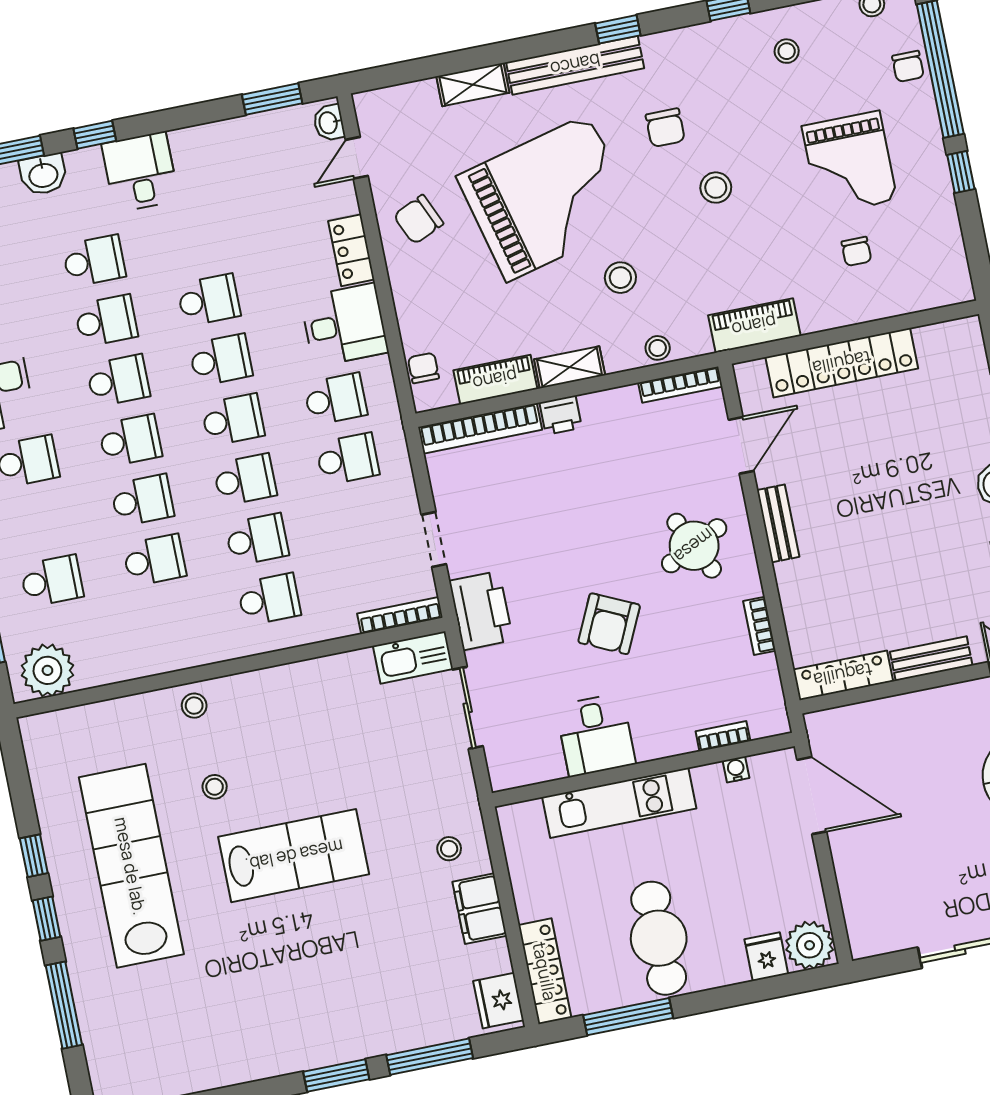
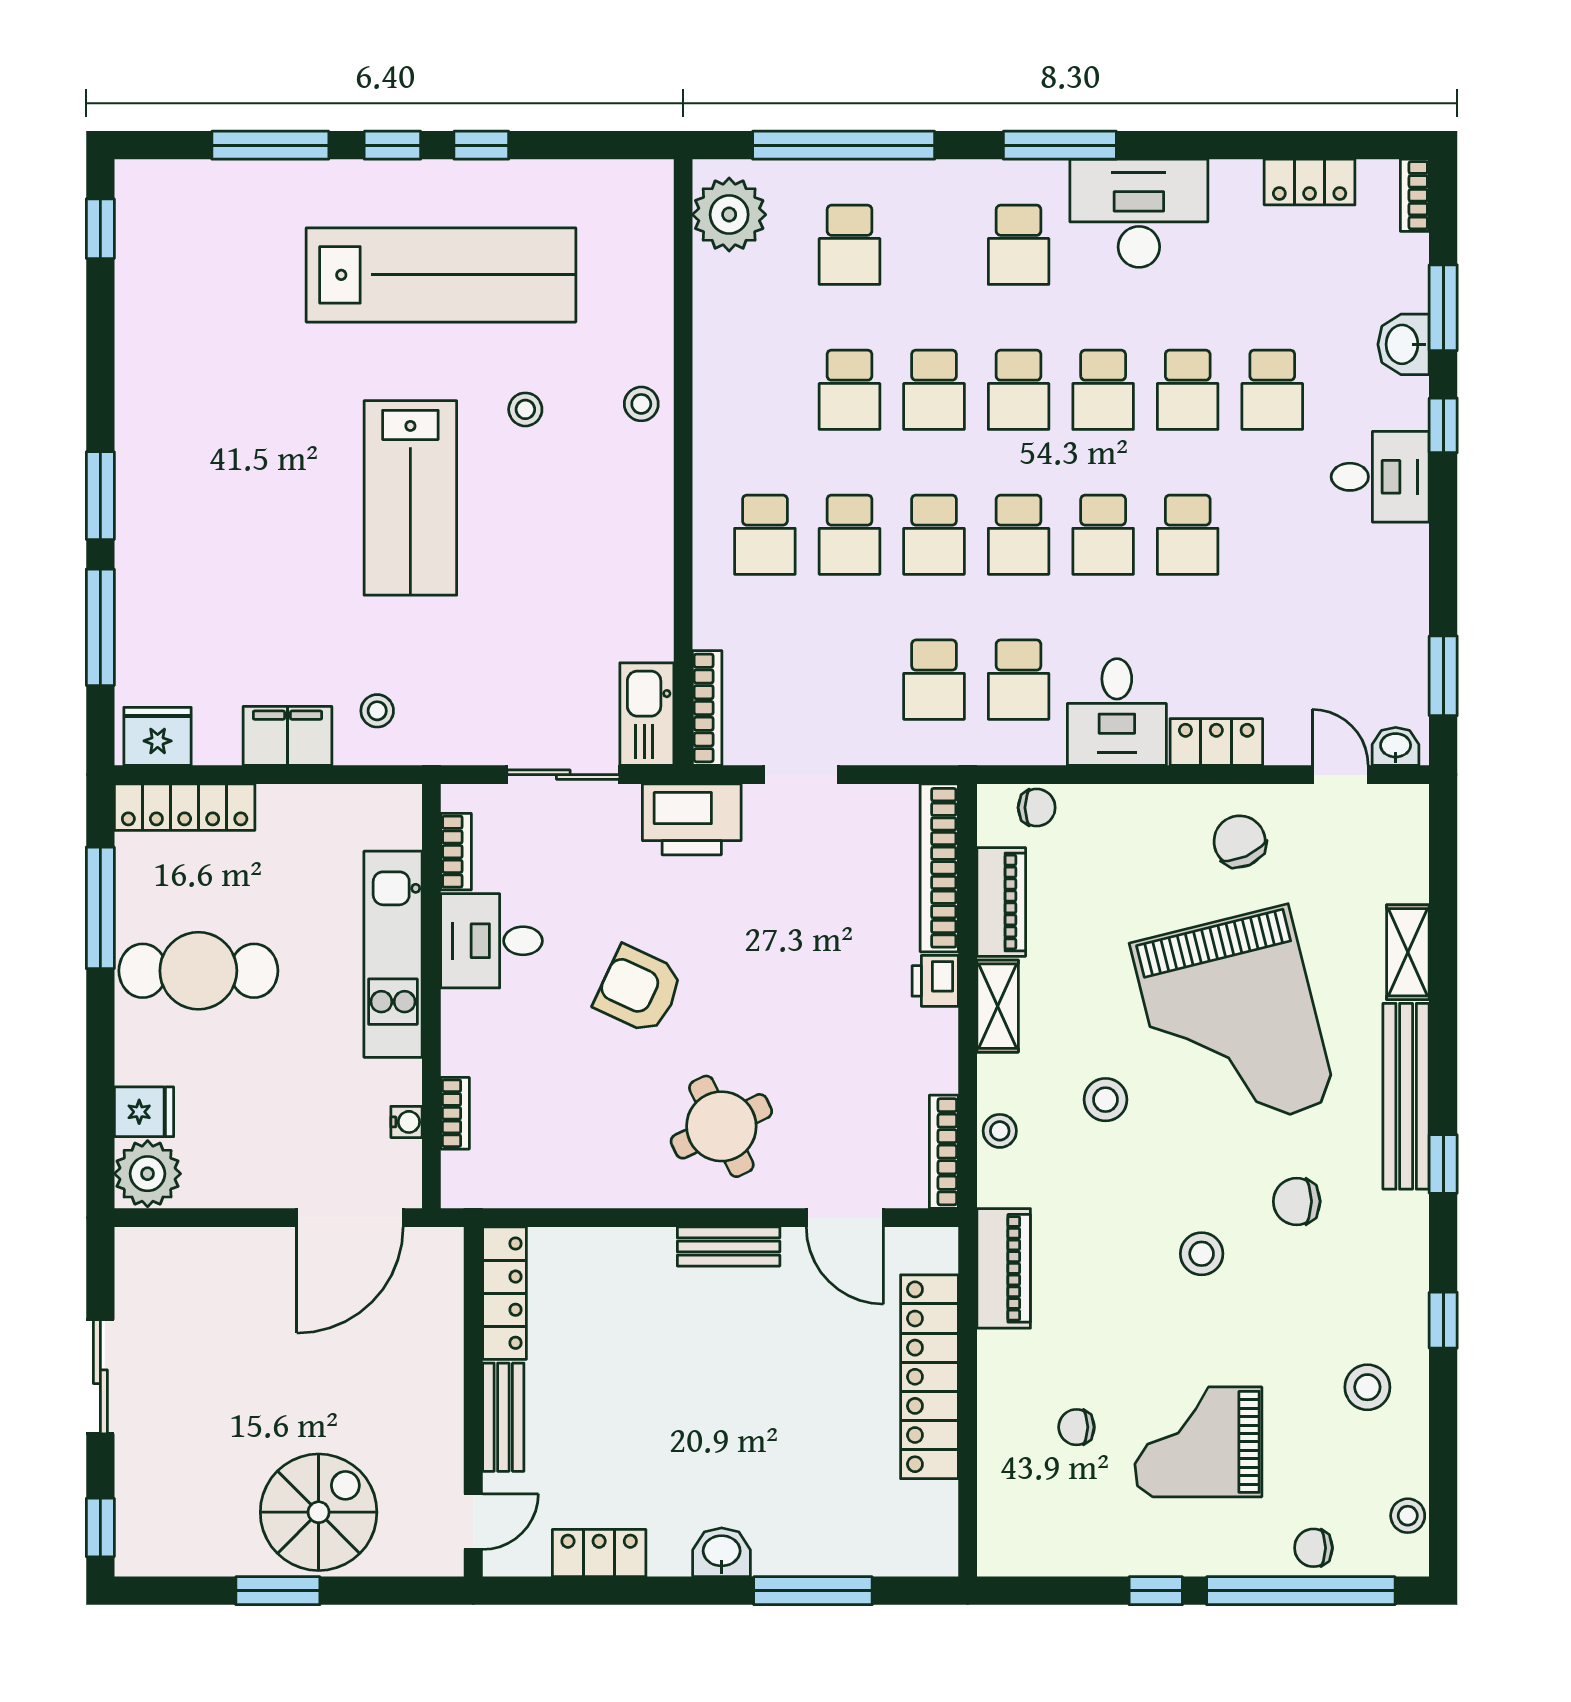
stool: (787, 51) -> (1367, 1387), width x1.37, depth x1.37
bookcase: (759, 626) -> (456, 852), moved, turned 90

